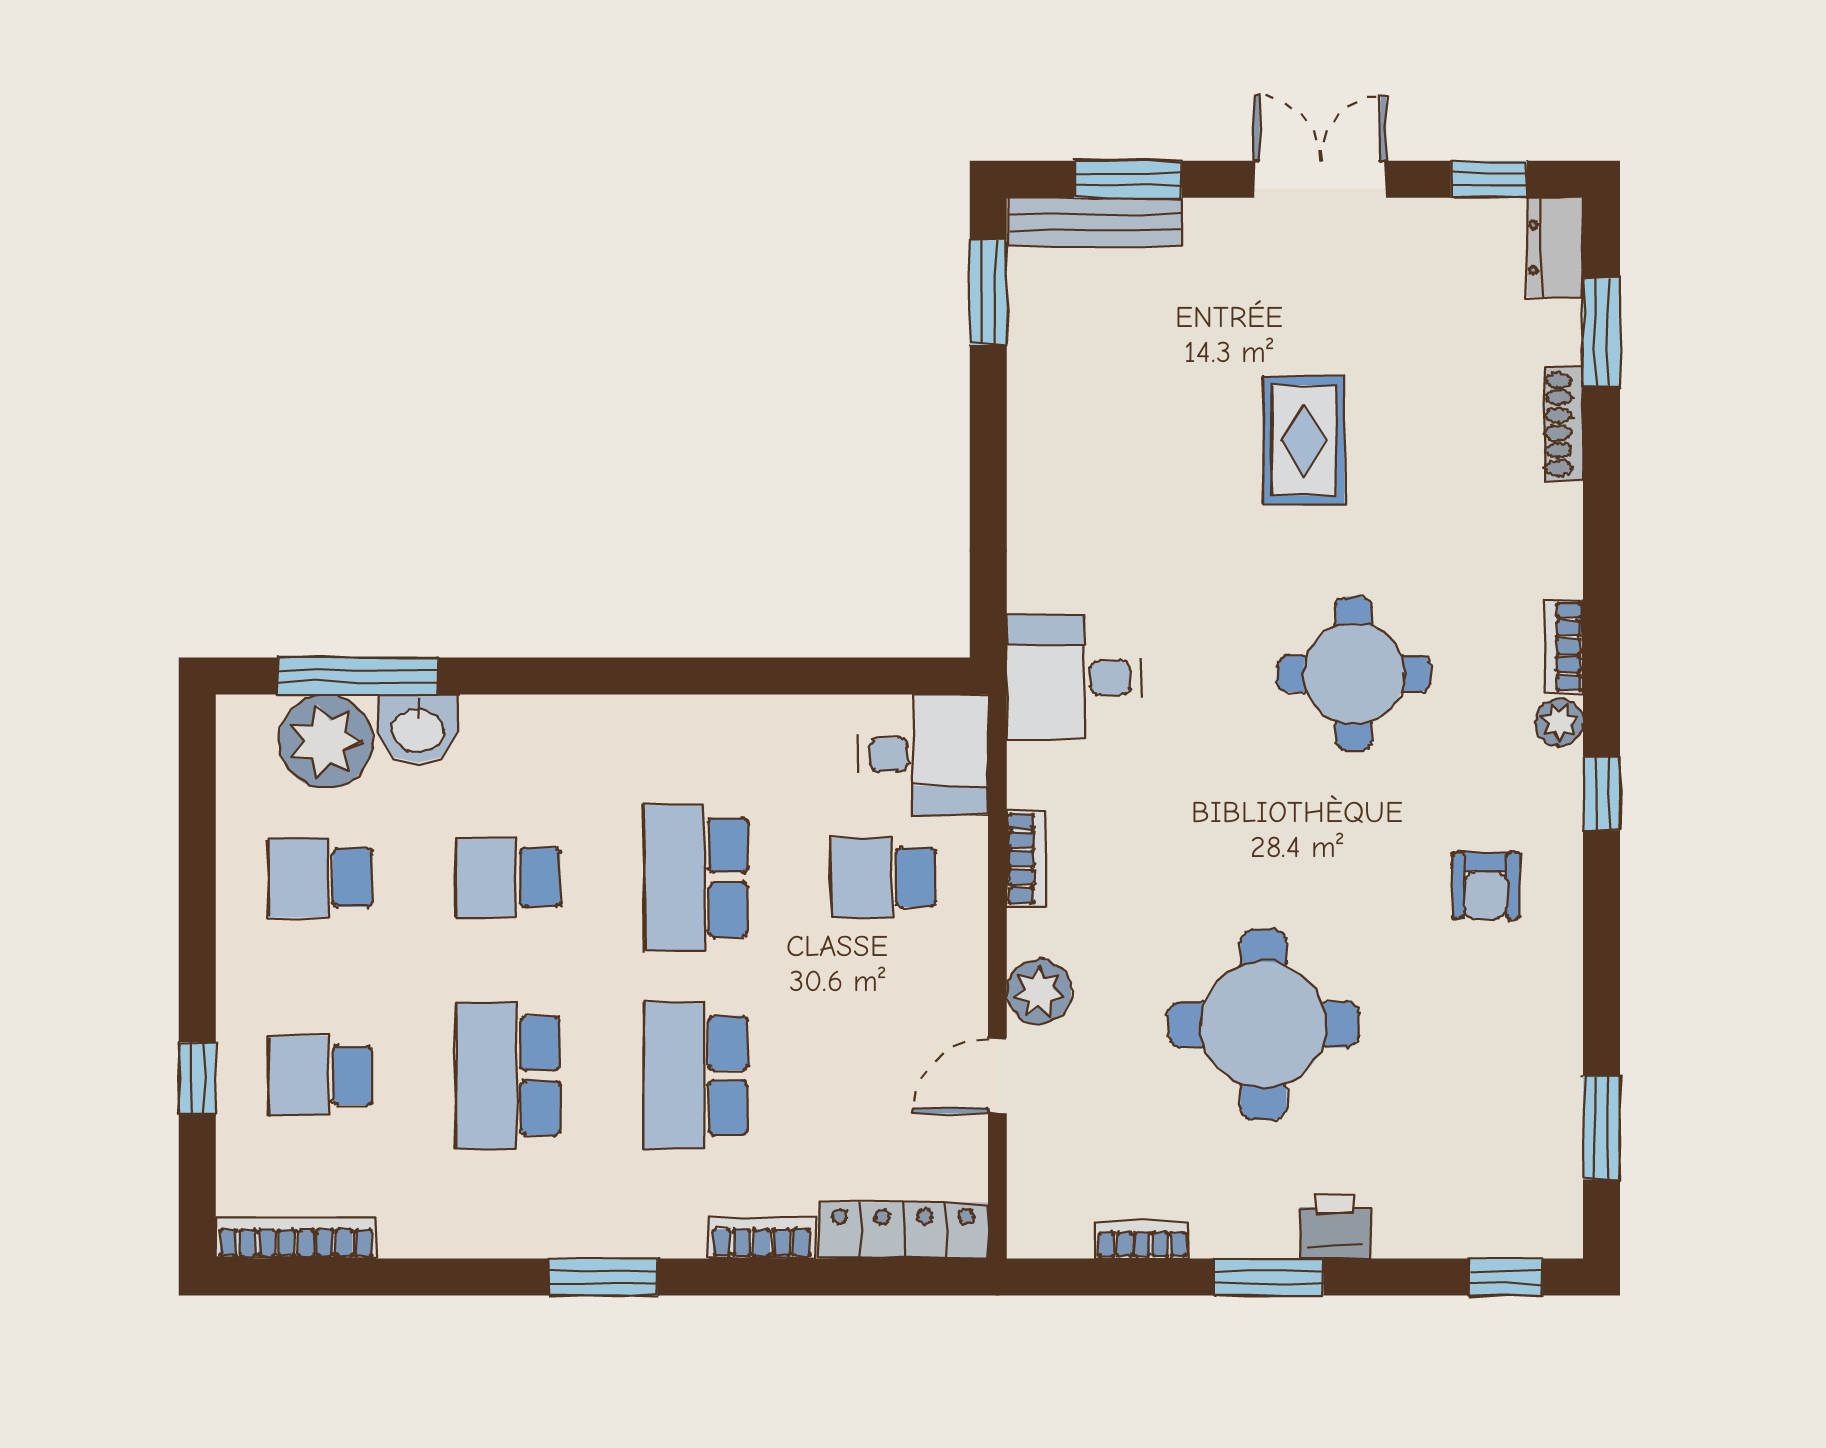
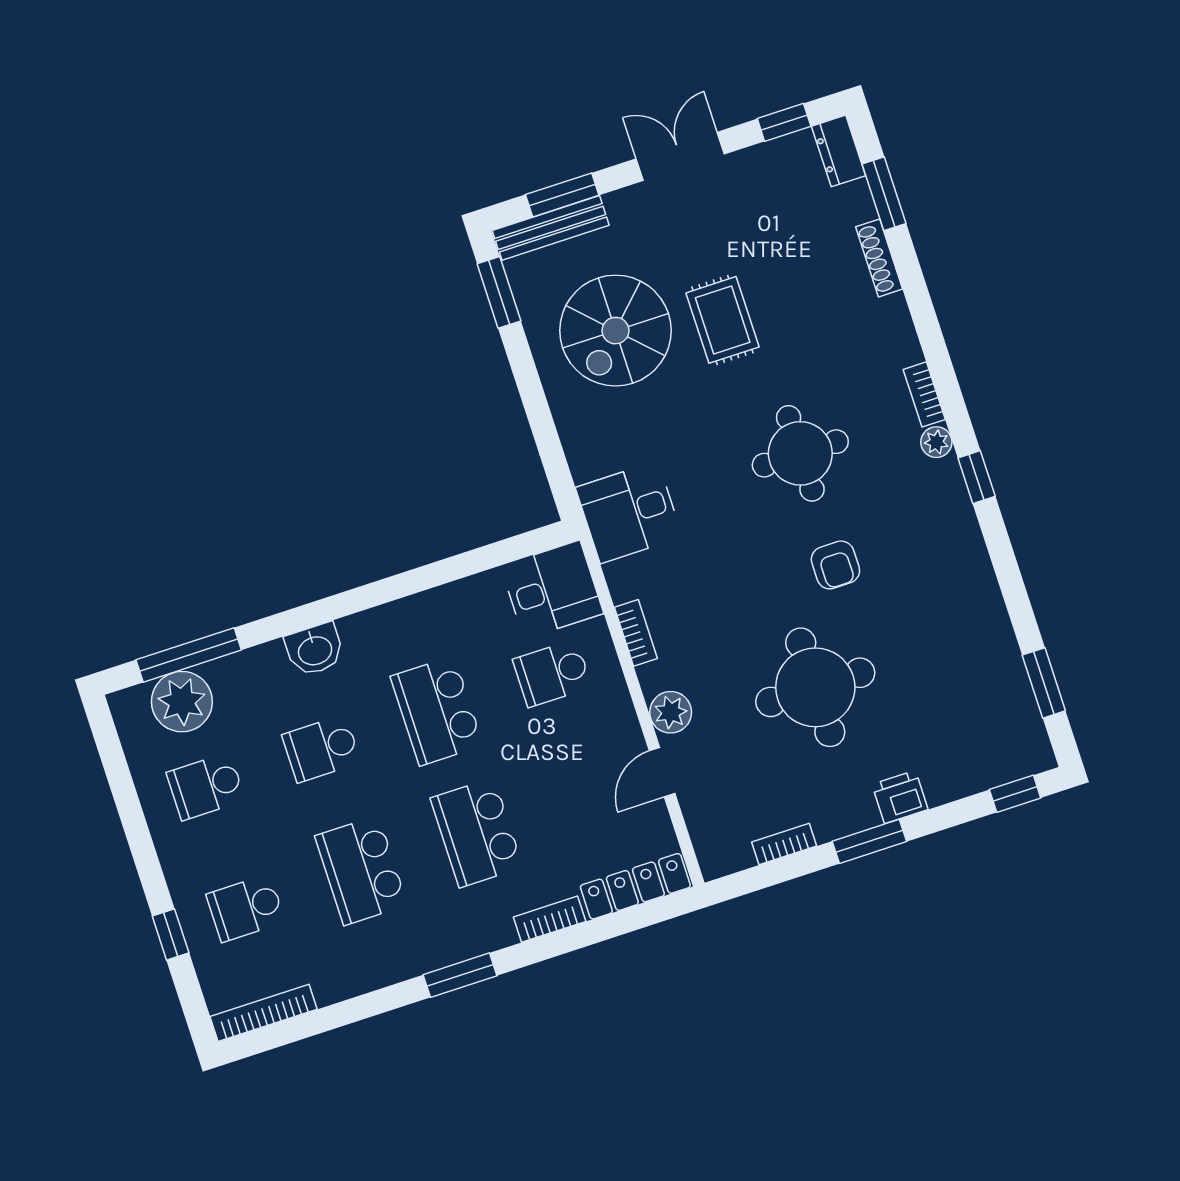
spiral stairs: (1141, 404) -> (615, 331), added
washbasin: (418, 729) -> (315, 650), moved
armchair: (1486, 886) -> (835, 565), moved

